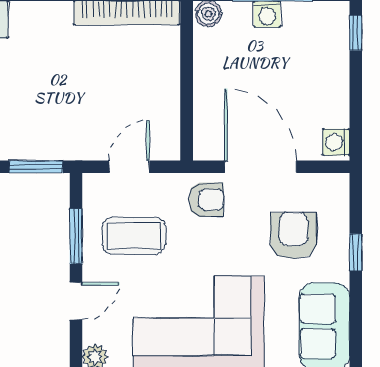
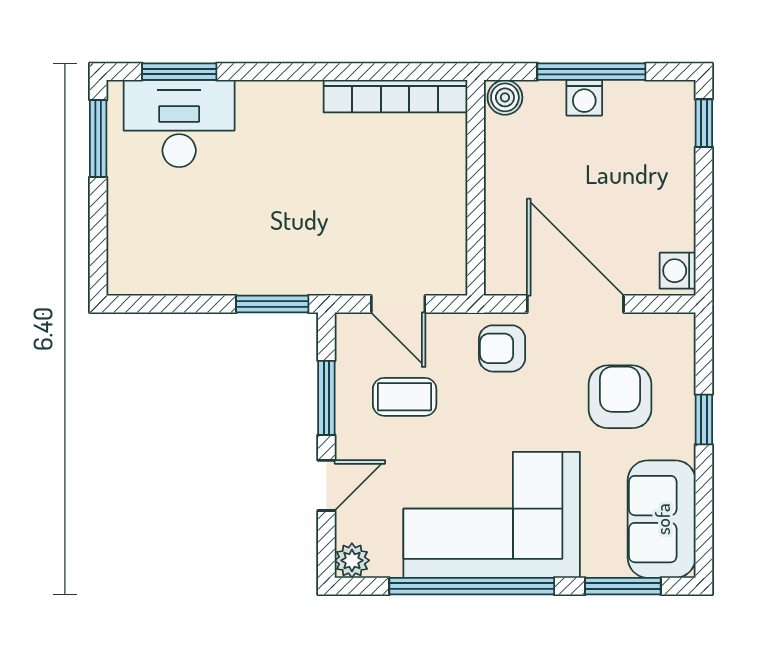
door: (129, 167) -> (398, 304), swing flipped
armchair: (206, 200) -> (502, 348), turned 180
coffee table: (134, 236) -> (405, 397), width x0.73, depth x0.77

